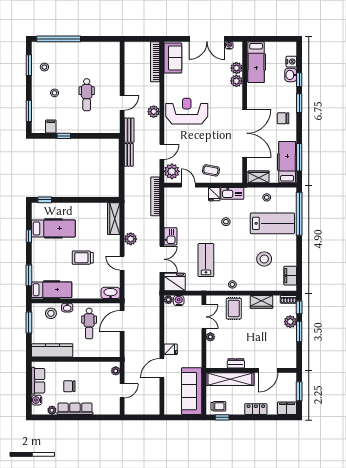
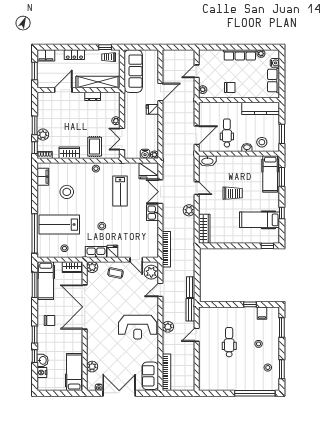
plant: (236, 81) -> (92, 267), moved
hospital bed: (52, 290) -> (270, 174), moved, turned -90
chair: (69, 386) -> (230, 87), moved

